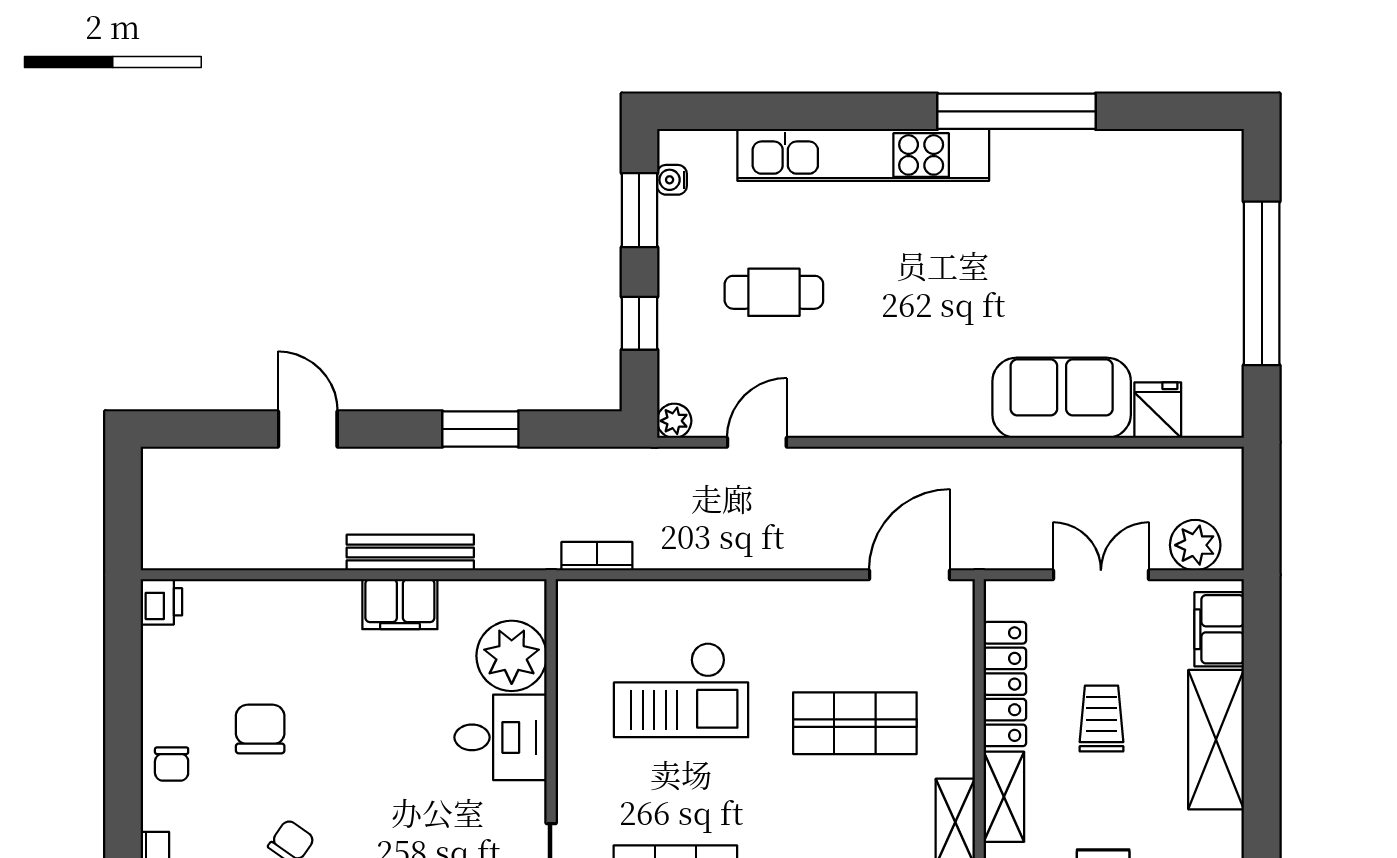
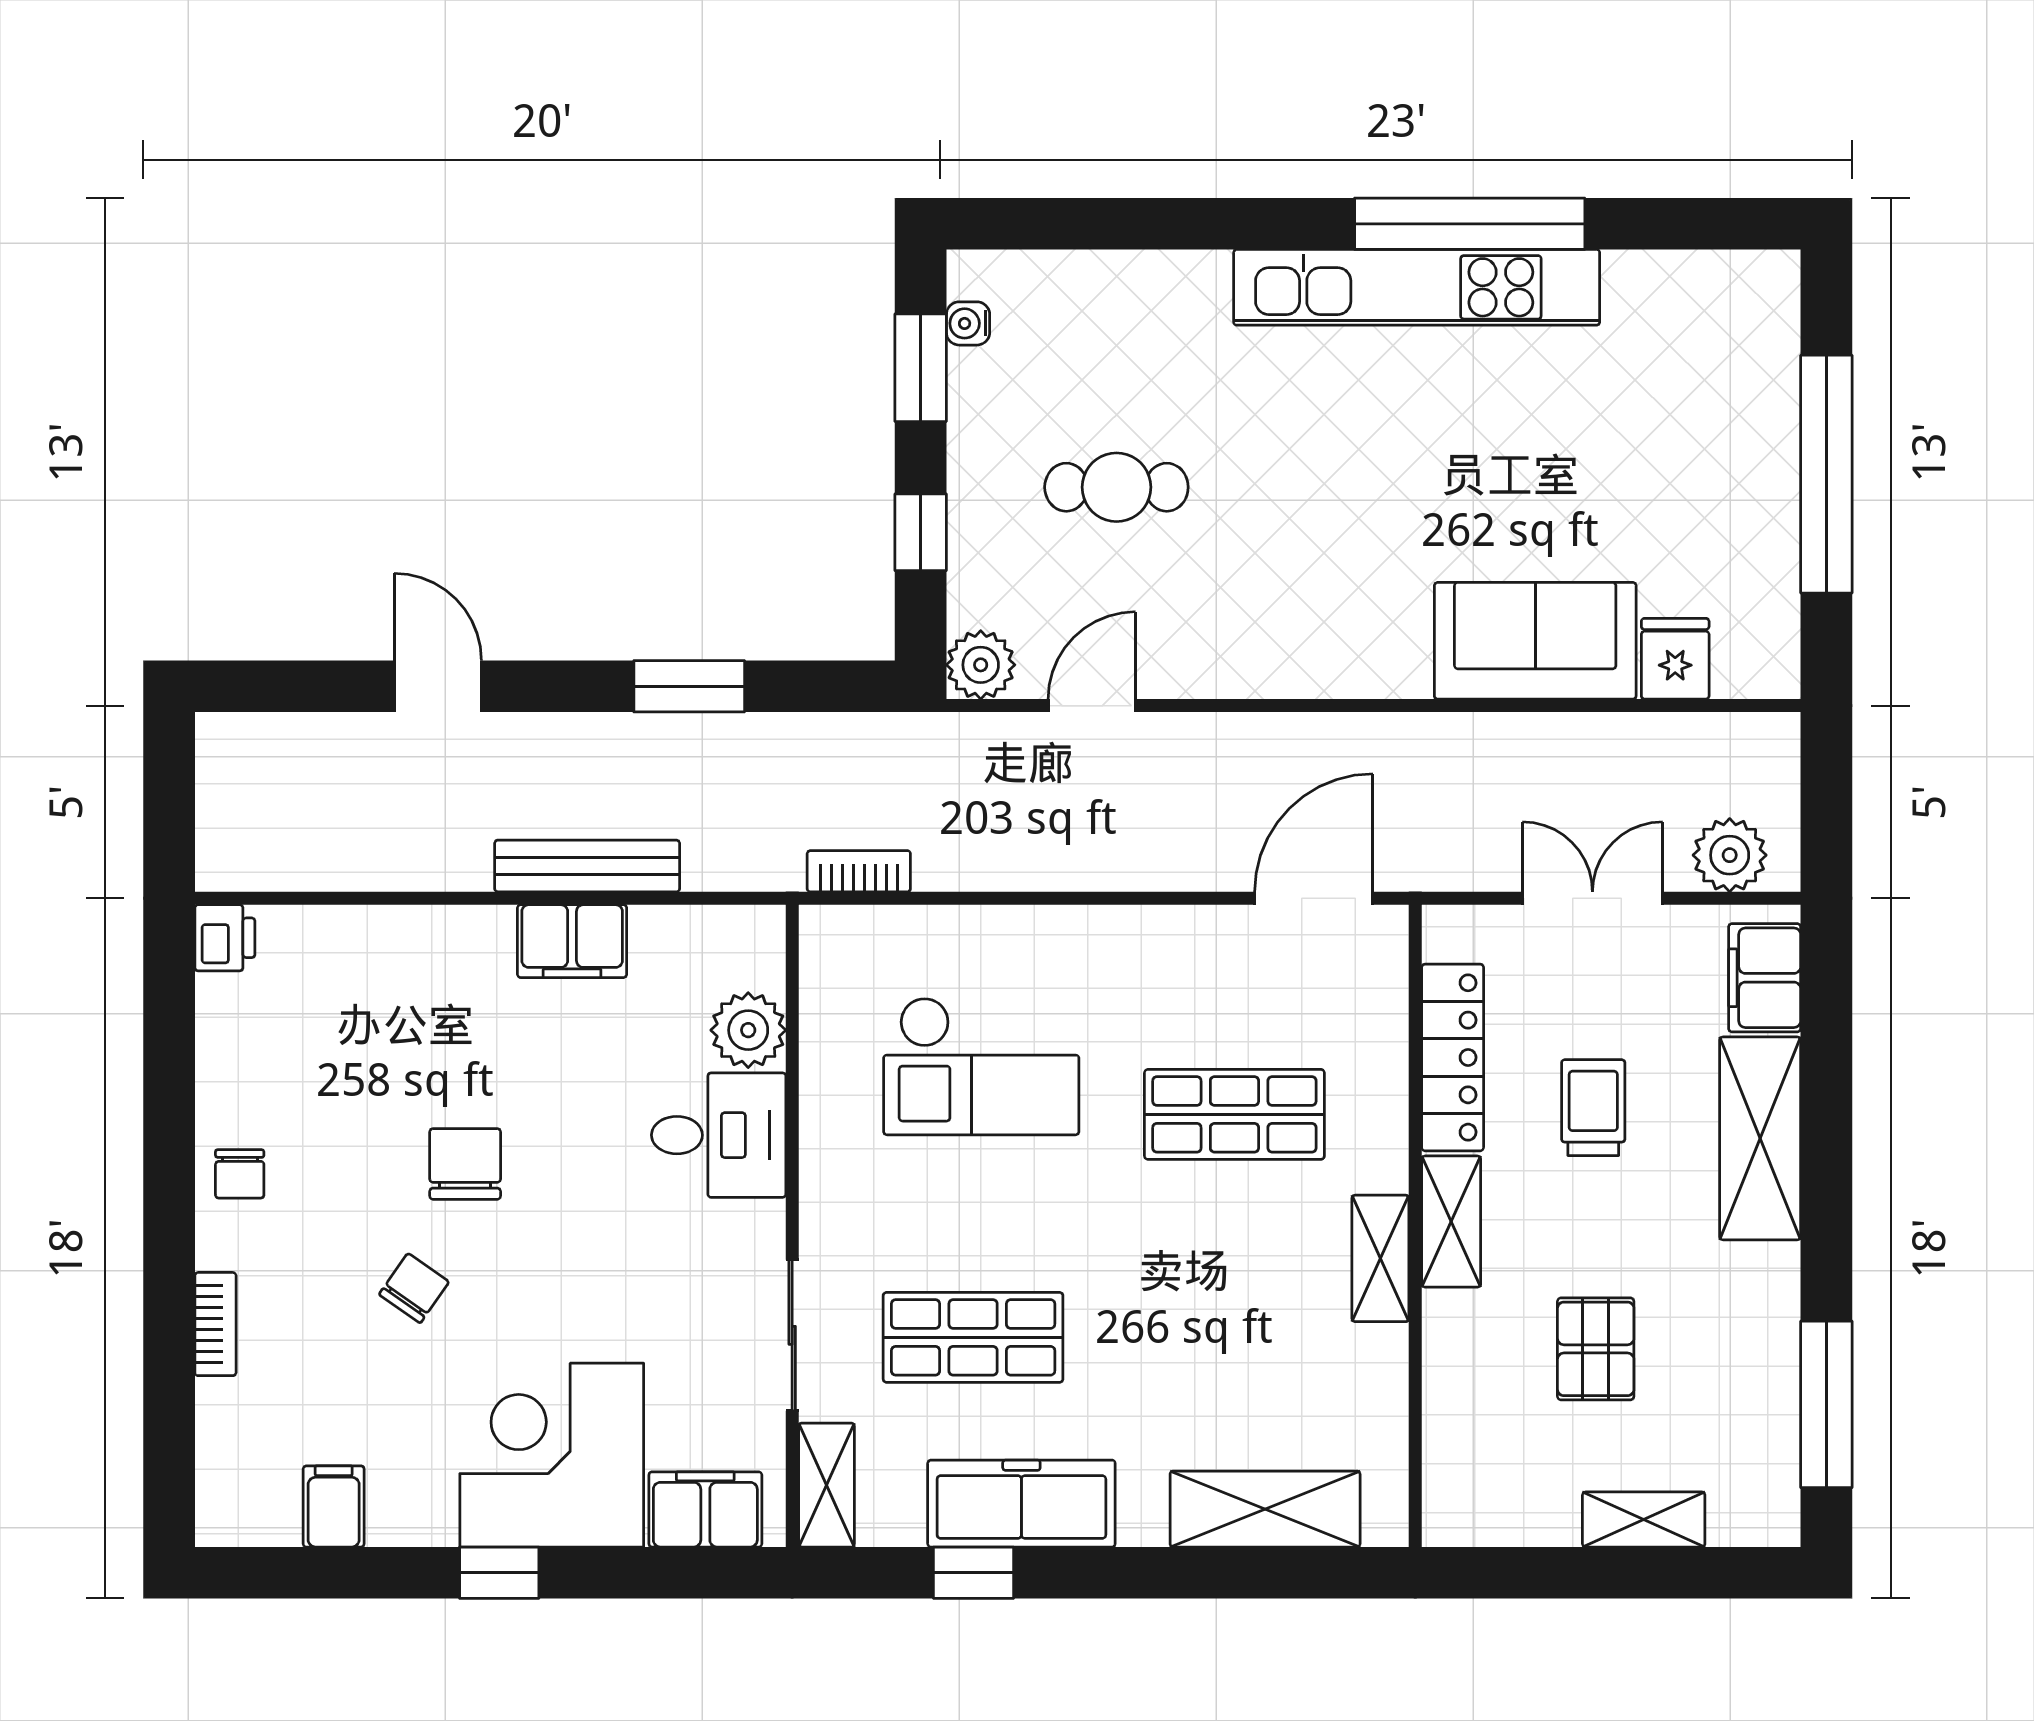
kitchen unit: (863, 155) -> (1417, 287), moved
plant: (674, 421) -> (981, 665), width x1.38, depth x1.38
plant: (512, 656) -> (748, 1030), width x0.73, depth x0.73
chair: (260, 729) -> (465, 1164), moved

